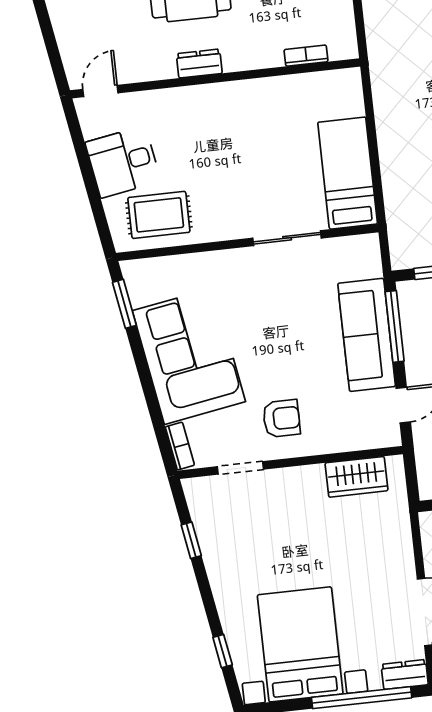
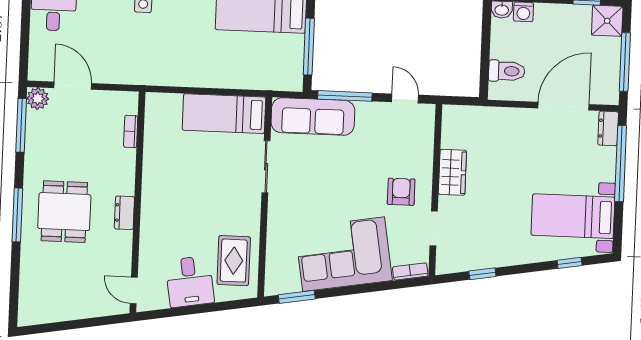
sofa: (367, 335) -> (313, 117), moved
wardrobe: (356, 477) -> (452, 172), moved
bed with nightstands: (300, 644) -> (573, 216), width x0.73

